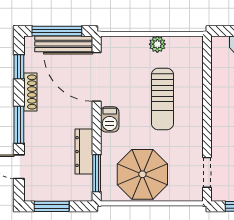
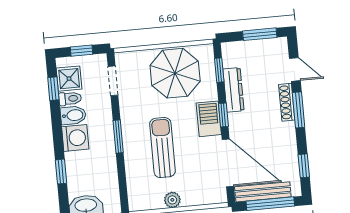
shoe rack: (30, 92) -> (287, 102), moved
window: (207, 115) -> (118, 137), added
barbecue: (110, 119) -> (209, 119), width x1.38, depth x1.27
window: (97, 127) -> (223, 115), added
window: (97, 173) -> (219, 70), width x0.67

